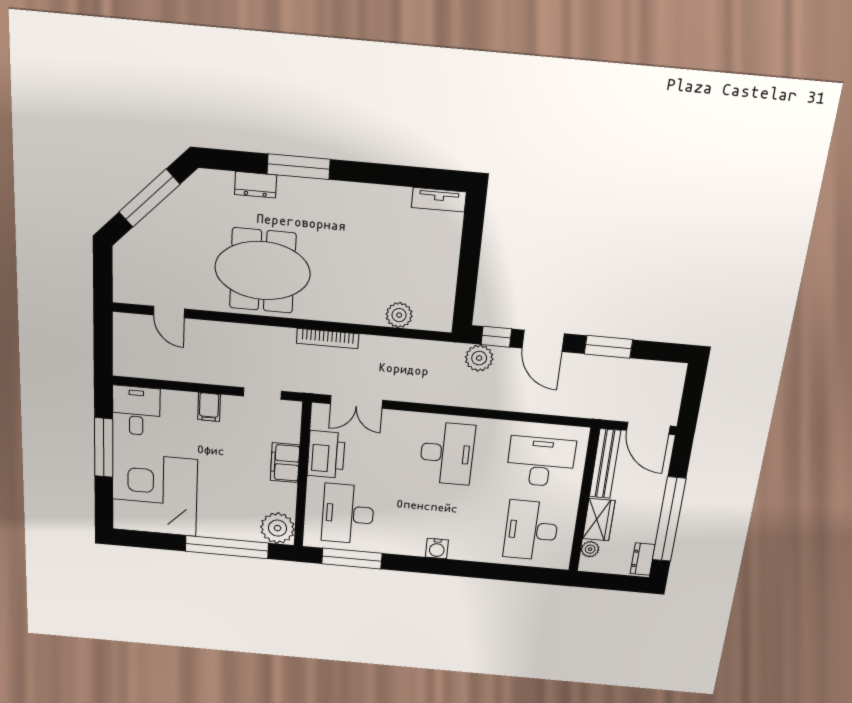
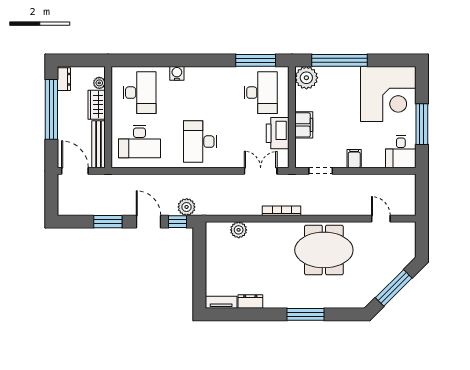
dresser: (256, 185) -> (250, 301), moved
water cooler: (437, 549) -> (177, 73), moved

